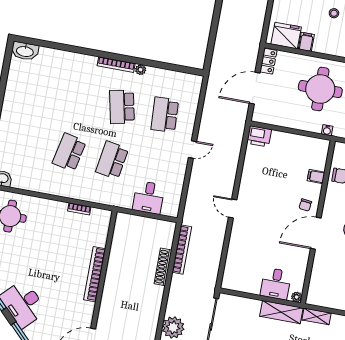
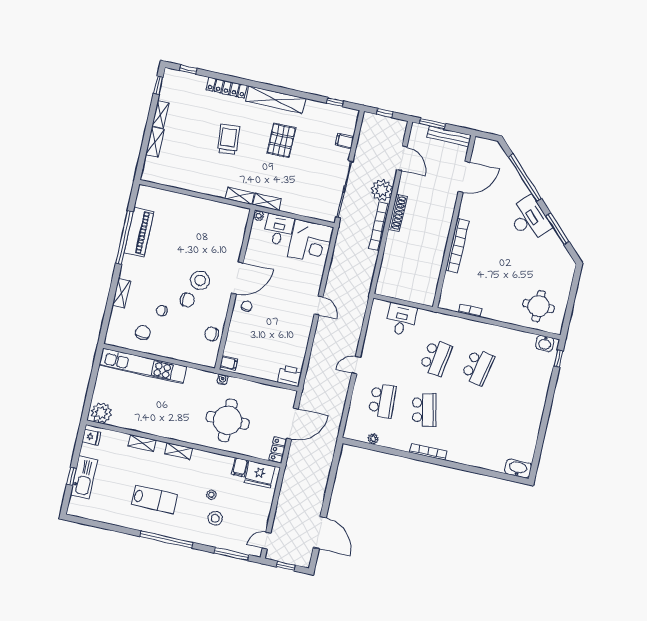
plant: (141, 70) -> (373, 439), moved
filing cabinet: (316, 176) -> (229, 363), moved
bookcase: (182, 249) -> (379, 226), moved
shoe rack: (163, 267) -> (398, 213), moved
corner desk: (243, 272) -> (311, 242), added
shelving: (281, 312) -> (267, 202), width x0.67, depth x0.75

